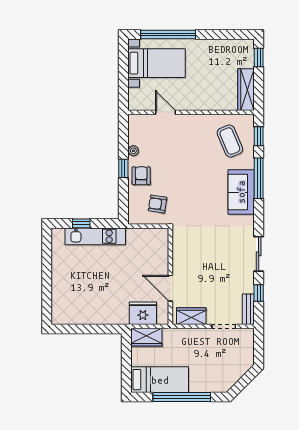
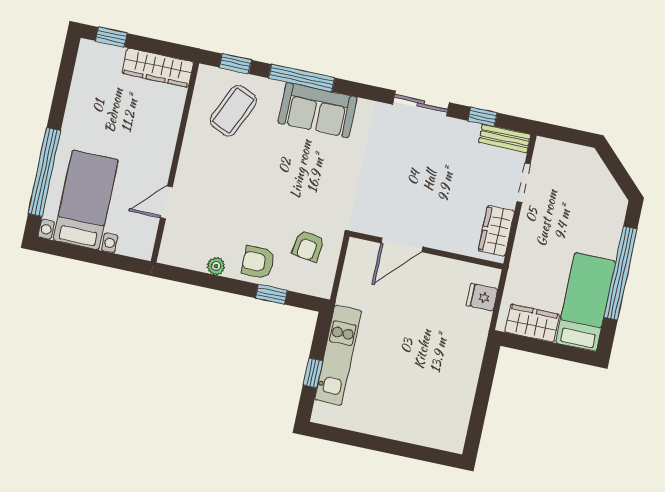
coffee table: (230, 141) -> (233, 111), turned -43
window: (123, 168) -> (271, 294), moved
door: (170, 288) -> (402, 245), moved
fridge: (143, 313) -> (482, 297), width x0.53, depth x0.75
wardrobe: (146, 337) -> (532, 323), moved, turned -90

